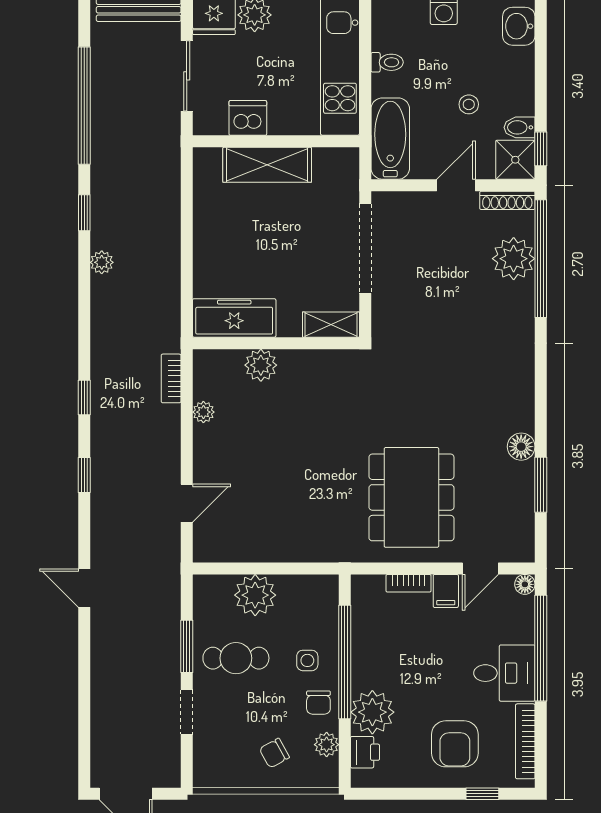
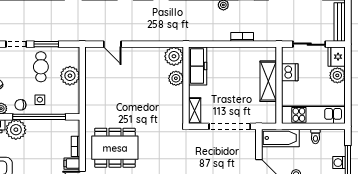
bookcase: (171, 378) -> (242, 37), moved
plant: (203, 412) -> (174, 56), moved, width x1.87, depth x1.87

